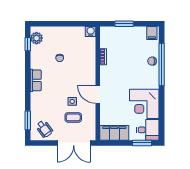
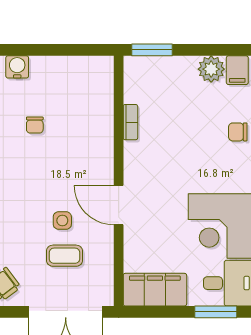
window: (124, 24) -> (152, 50), moved
water cooler: (91, 32) -> (17, 67), moved
plant: (140, 32) -> (211, 69), added

